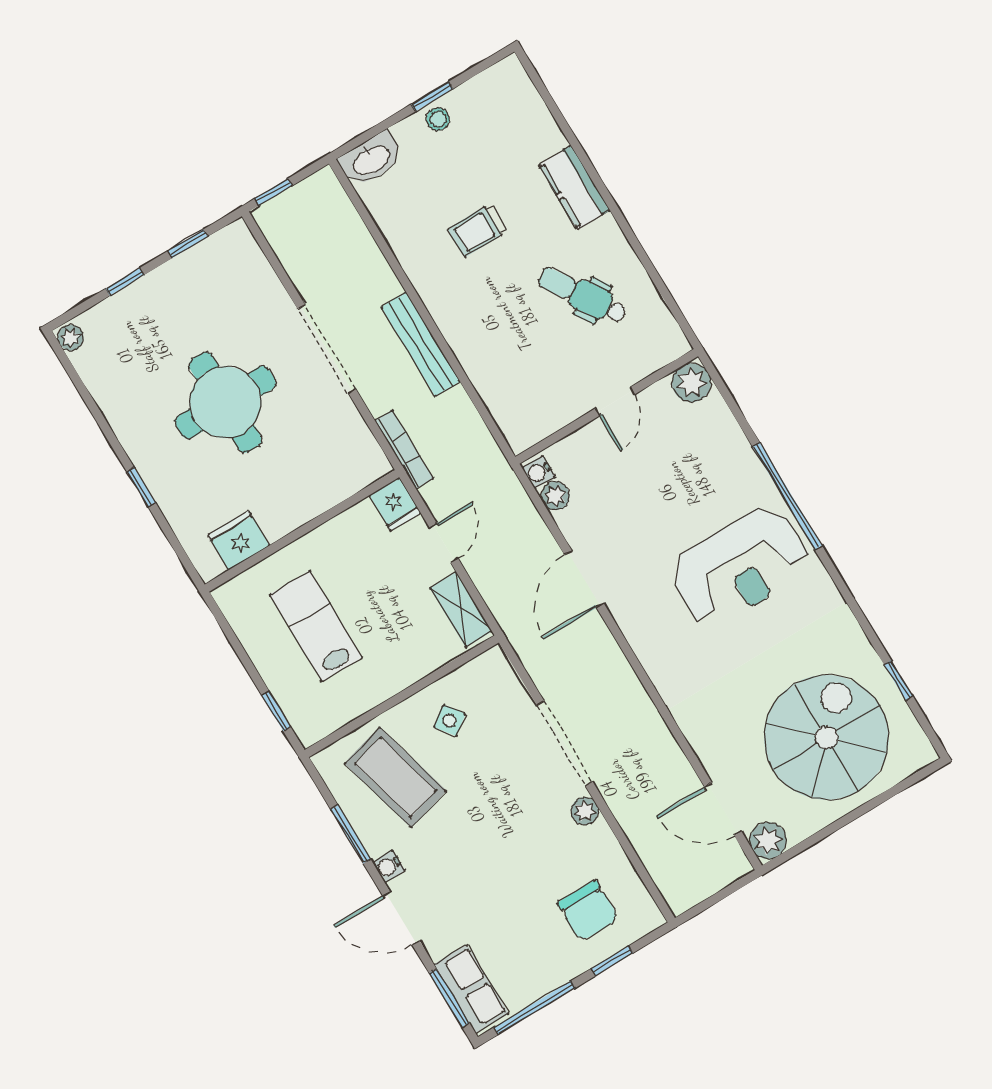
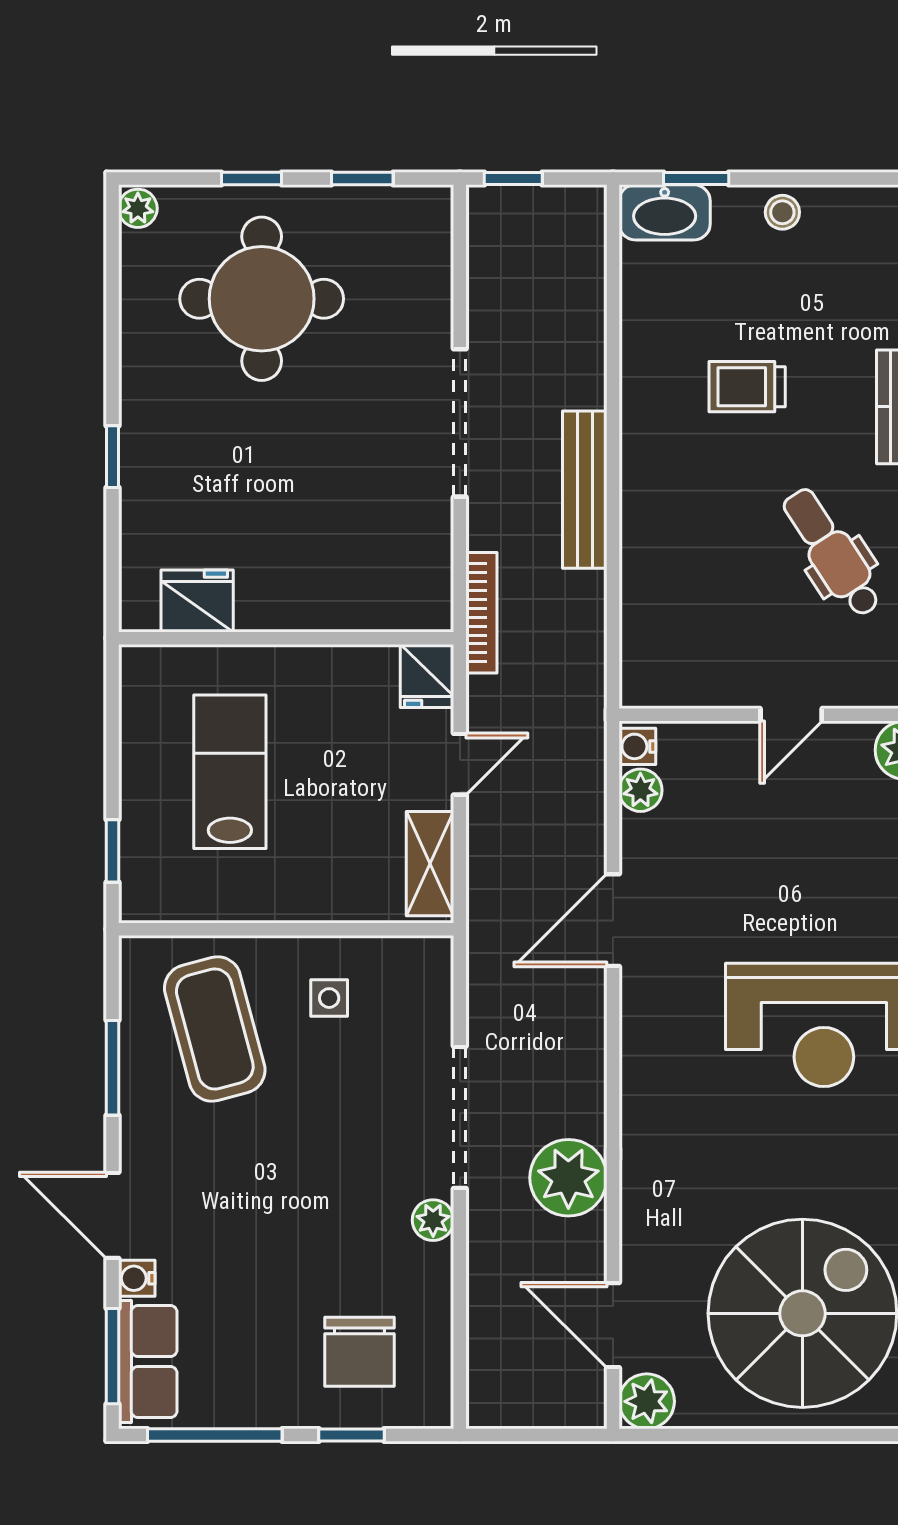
window: (432, 96) -> (696, 178), moved
round table: (225, 402) -> (262, 299), moved
side table: (450, 720) -> (329, 998), turned 37
plant: (647, 741) -> (568, 1178), added
water cooler: (389, 866) -> (137, 1278), moved

